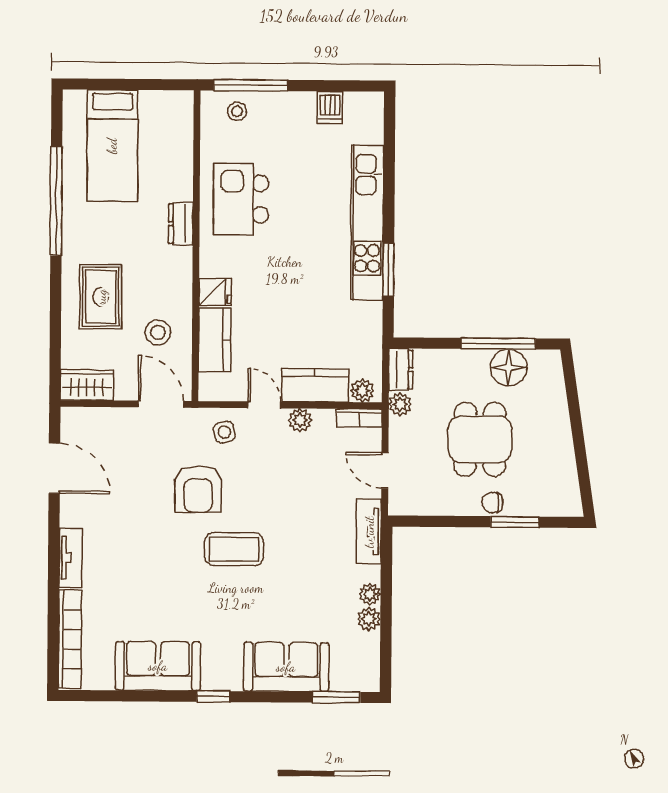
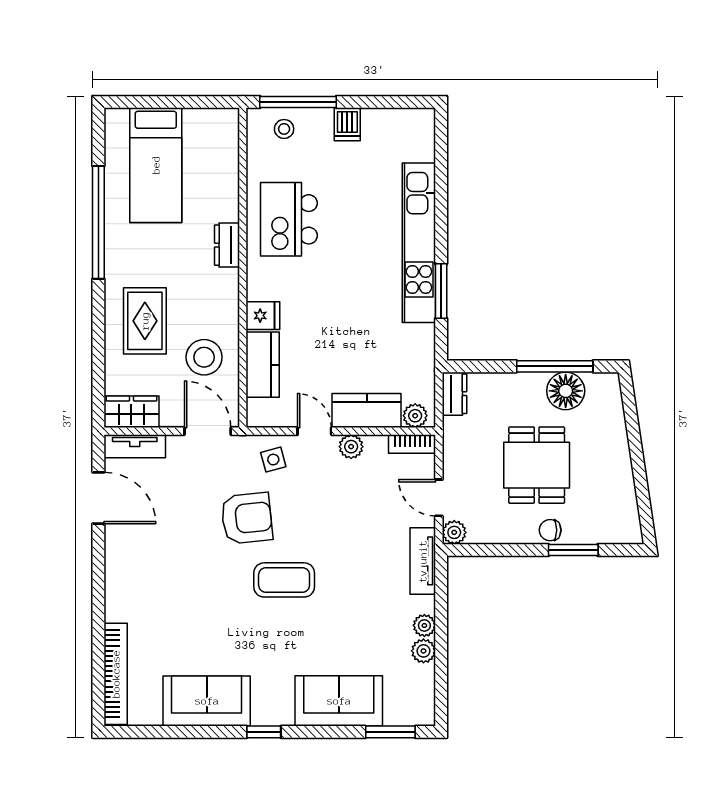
dishwasher: (330, 107) -> (347, 124), moved
stool: (158, 332) -> (204, 357), width x1.38, depth x1.38
plant: (400, 404) -> (454, 532), moved
armchair: (198, 489) -> (247, 518), turned -96
tv unit: (71, 558) -> (135, 446), moved, turned 90

